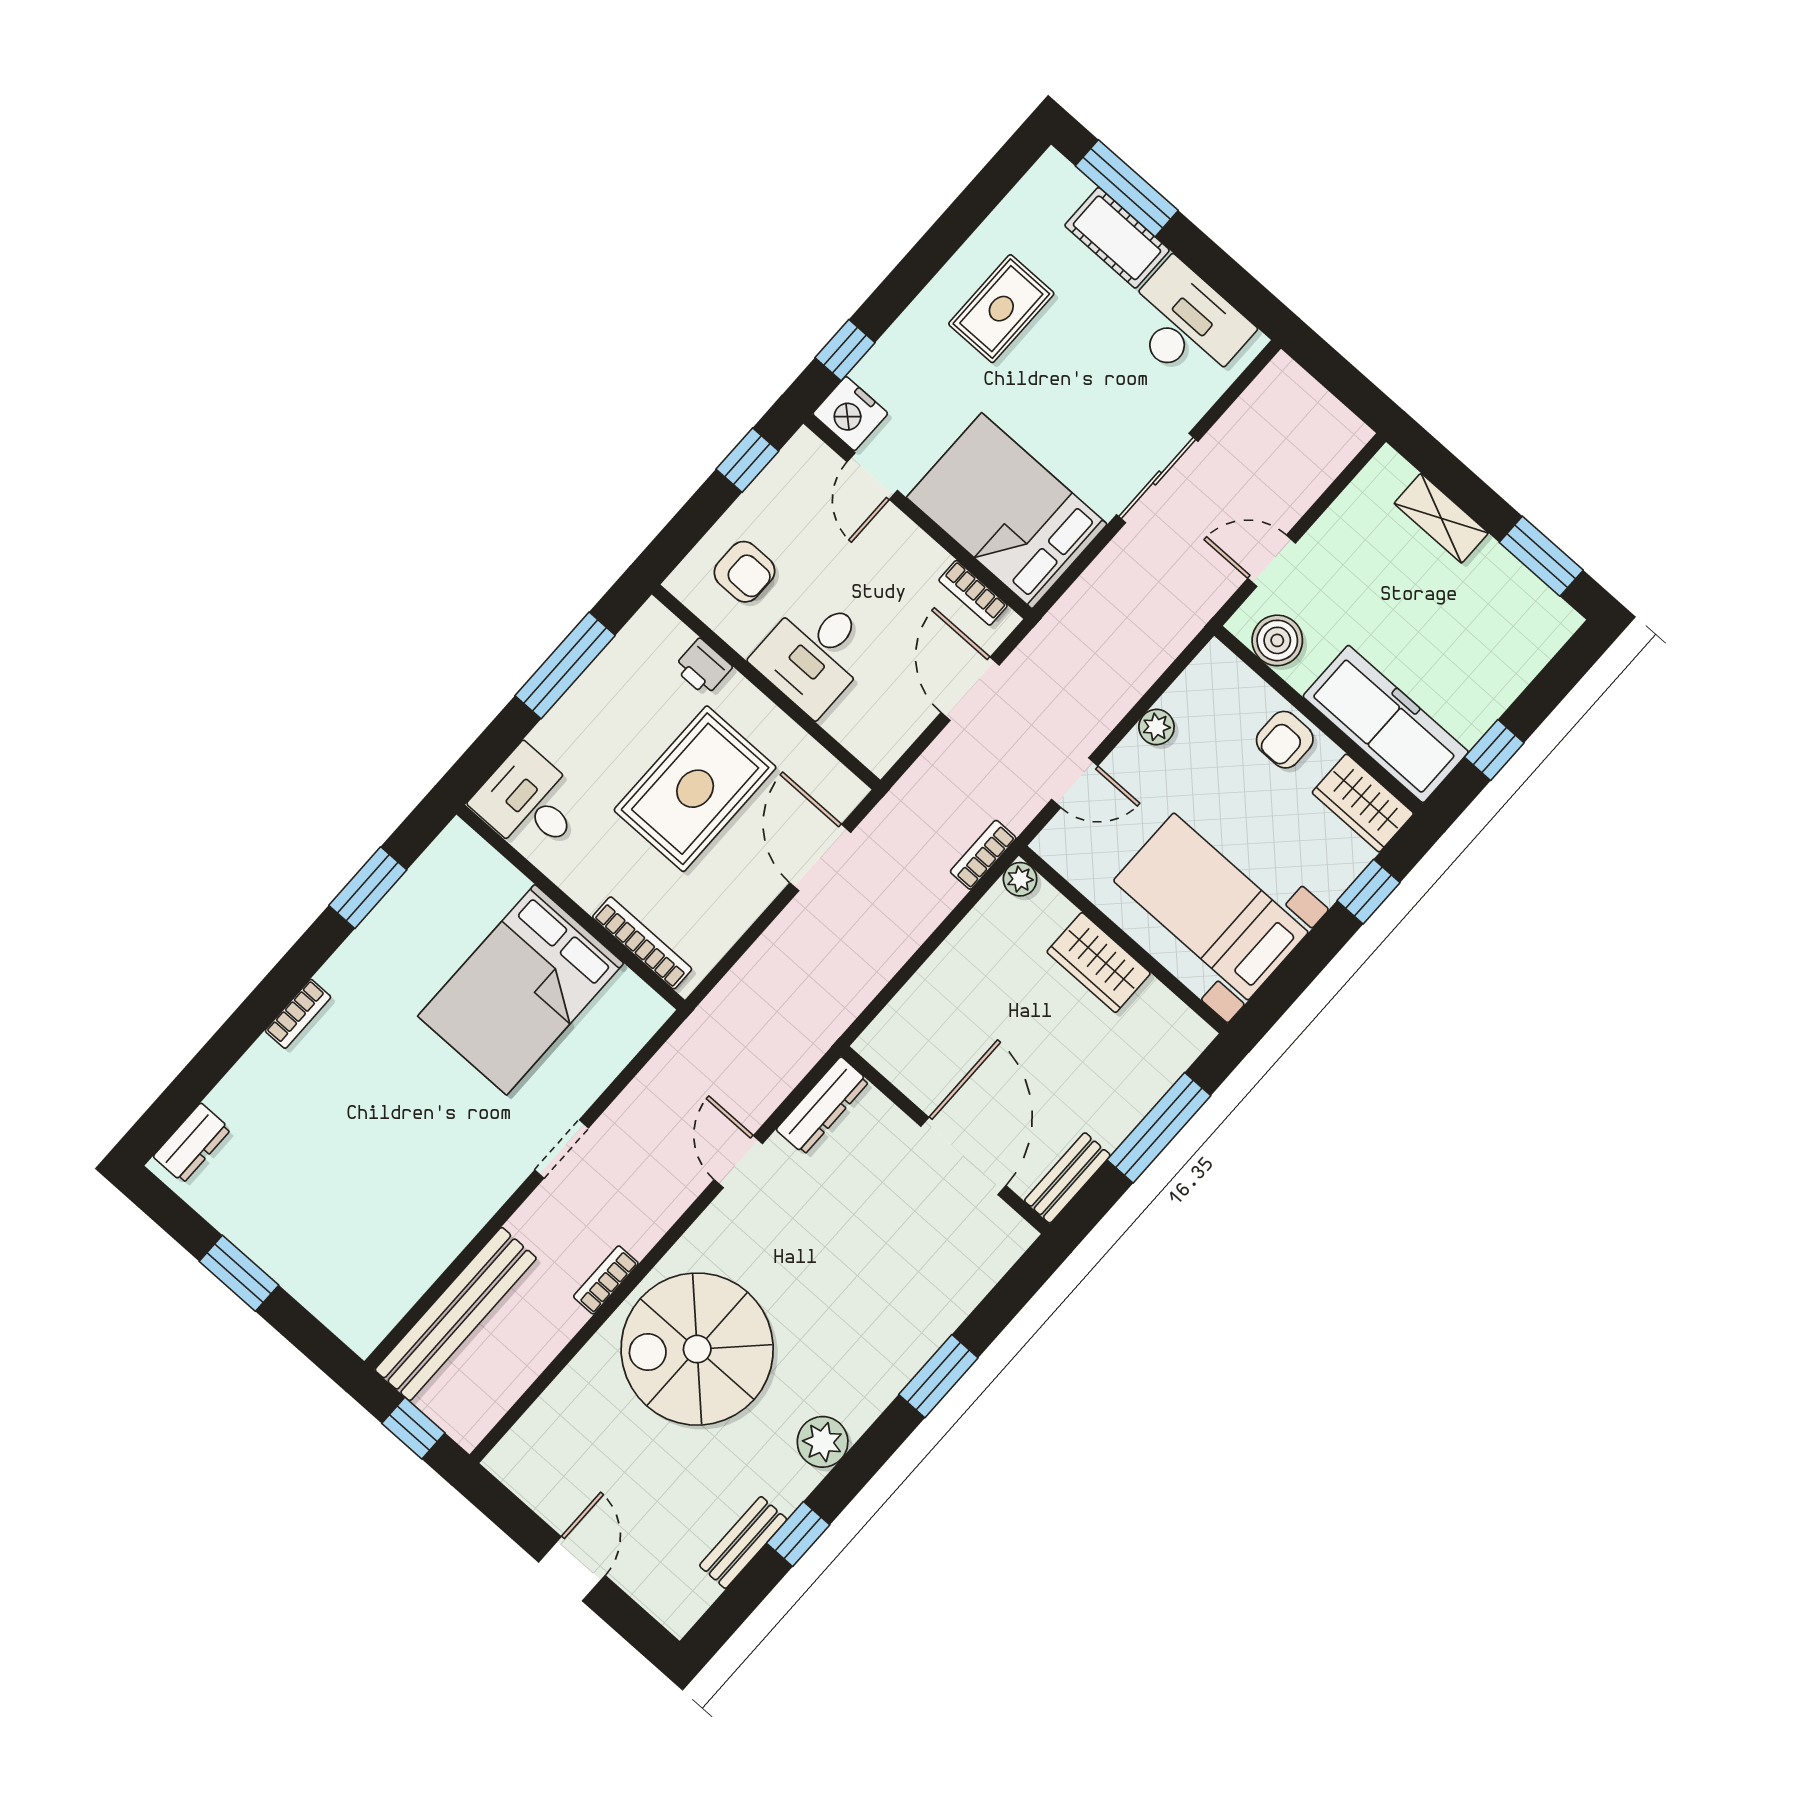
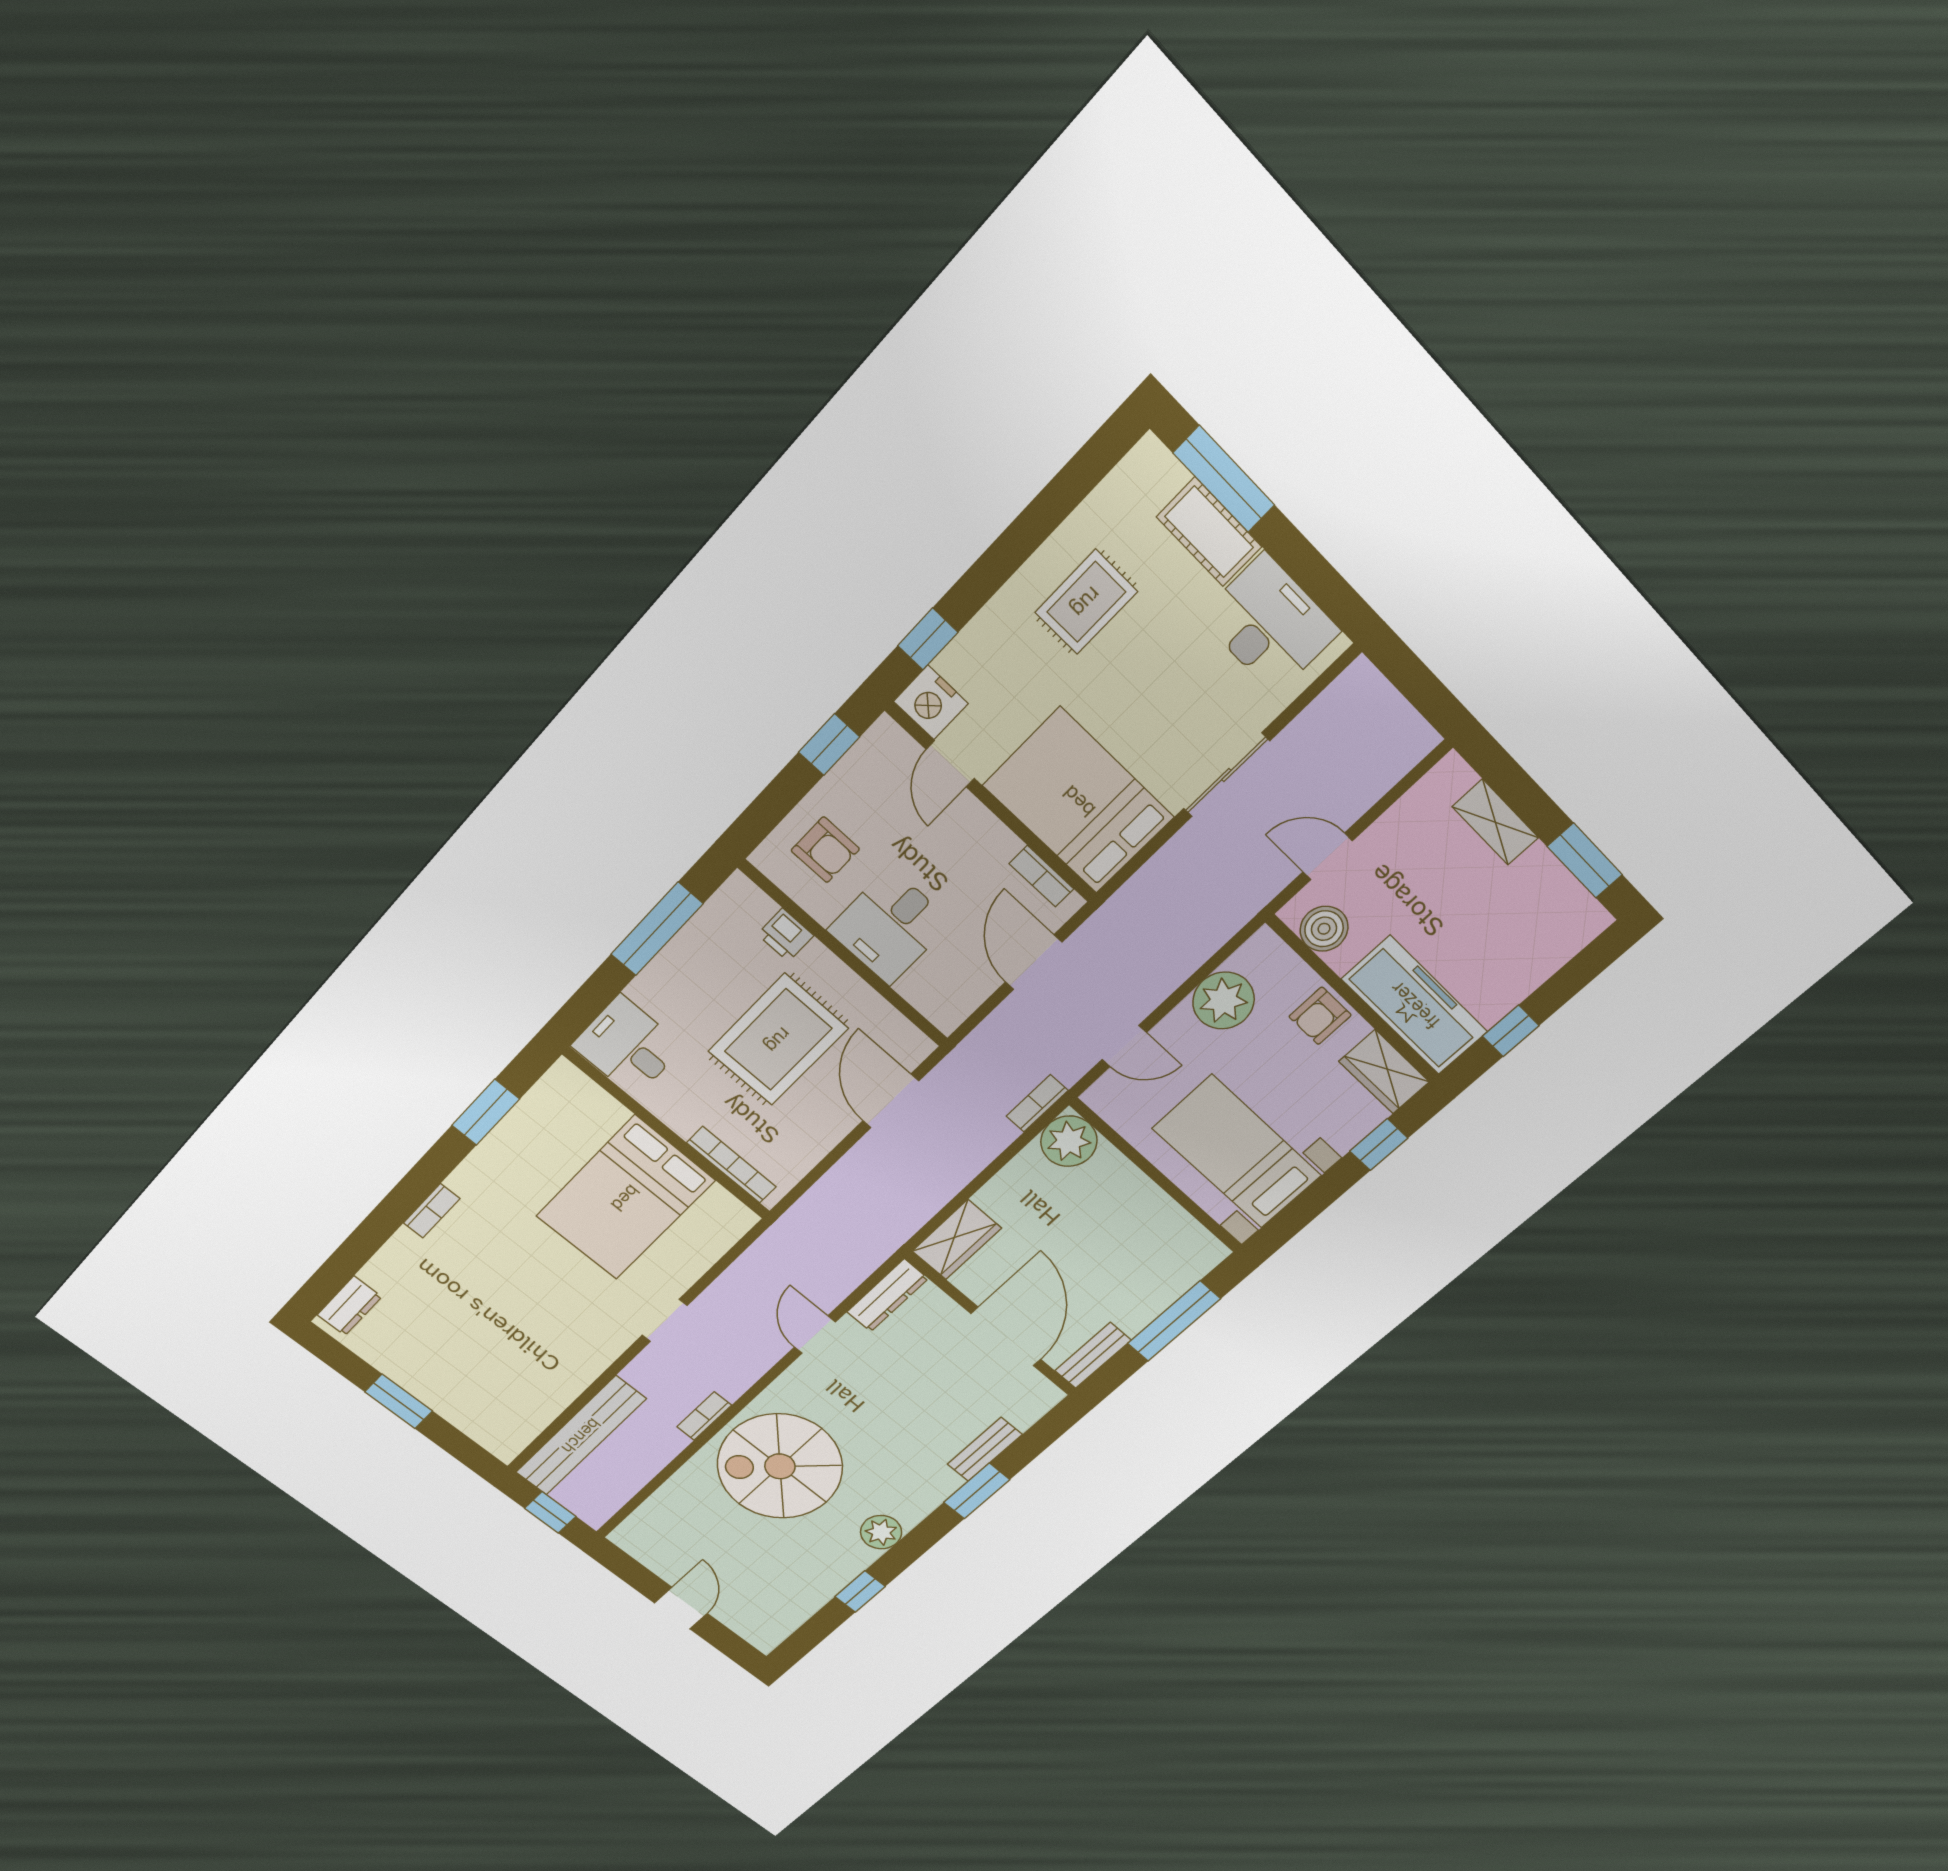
plant: (1156, 727) -> (1224, 1001), width x1.87, depth x1.87
plant: (1020, 879) -> (1069, 1141), width x1.88, depth x1.88
wardrobe: (1099, 963) -> (957, 1240), moved, turned -90
bench: (743, 1543) -> (985, 1449), moved

